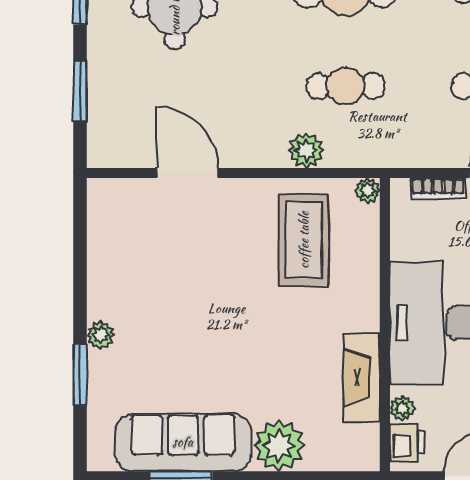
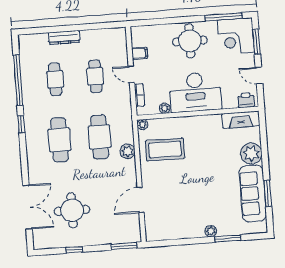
cafe table: (345, 86) -> (100, 137), width x1.37, depth x1.35
window: (80, 91) -> (124, 246), moved
fireplace: (362, 377) -> (241, 120), moved
plant: (402, 408) -> (165, 108), moved

